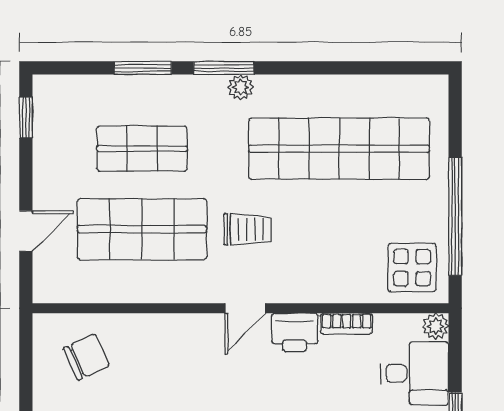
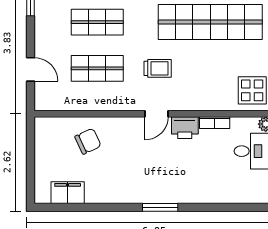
shop shelf: (142, 229) -> (97, 68), width x0.70, depth x0.74
door: (26, 231) -> (31, 69), hinge flipped
chair: (86, 357) -> (88, 141), moved

